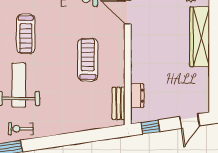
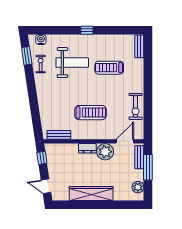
wardrobe: (200, 37) -> (91, 193), moved
plant: (142, 39) -> (105, 152), added
dresser: (137, 96) -> (87, 148), moved

